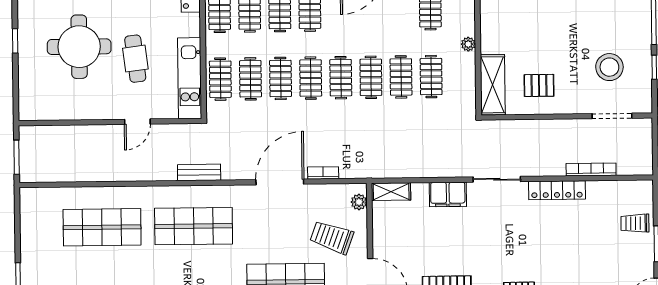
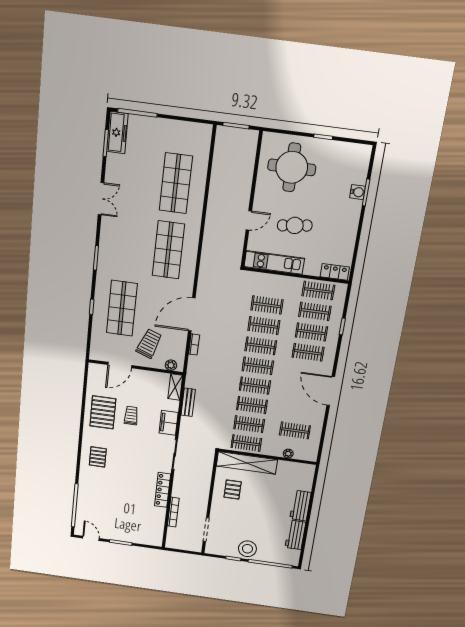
plant: (468, 44) -> (288, 454), moved
round table: (79, 47) -> (292, 167), moved
stool: (609, 67) -> (247, 549), moved
clothes rail: (220, 79) -> (246, 443), moved
shelving: (493, 85) -> (247, 463), width x1.47
door: (137, 122) -> (249, 220), swing flipped
bench: (199, 172) -> (188, 402), moved
door: (280, 182) -> (192, 314), swing flipped
trolley: (635, 223) -> (131, 415), moved

